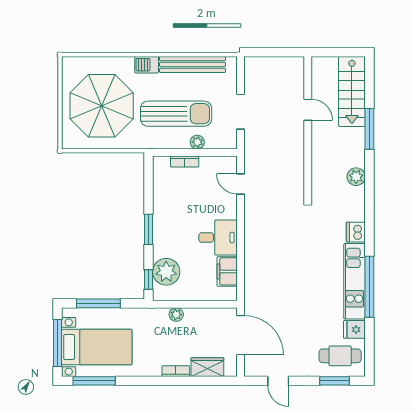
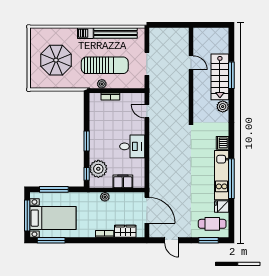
stairs: (352, 91) -> (220, 77), moved
parasol: (102, 106) -> (56, 60), width x0.73, depth x0.73
plant: (197, 142) -> (102, 84), moved
filing cabinet: (227, 271) -> (123, 181), moved, turned 90

